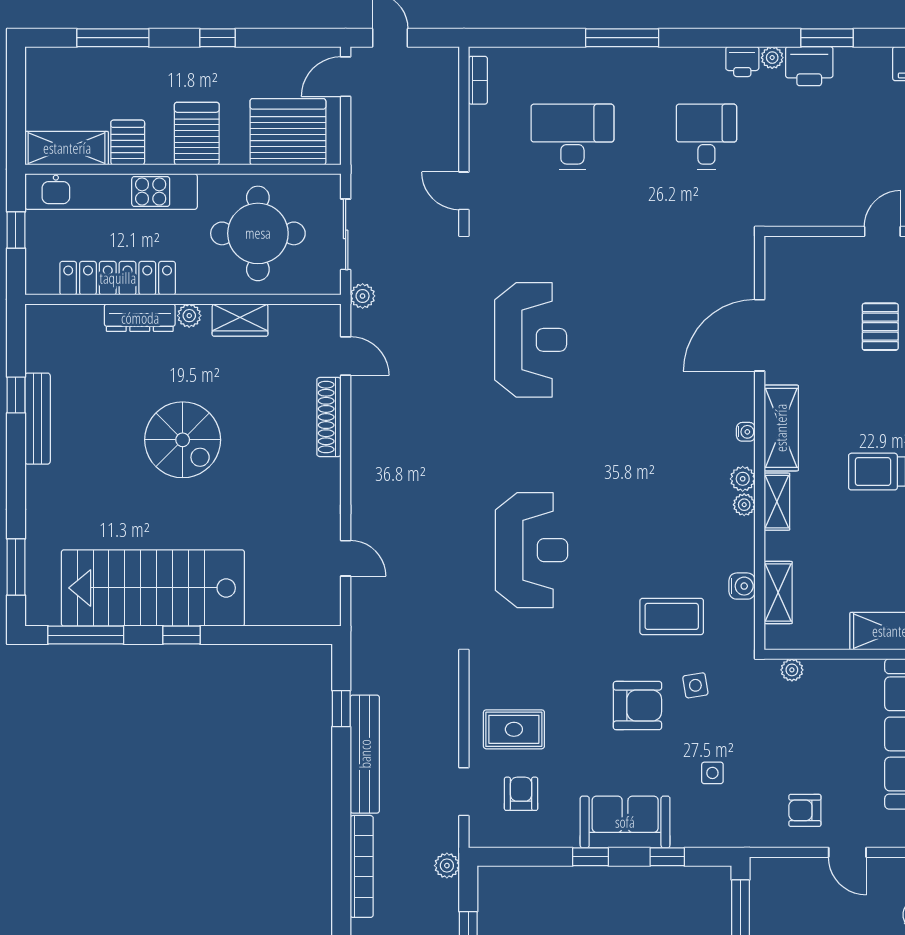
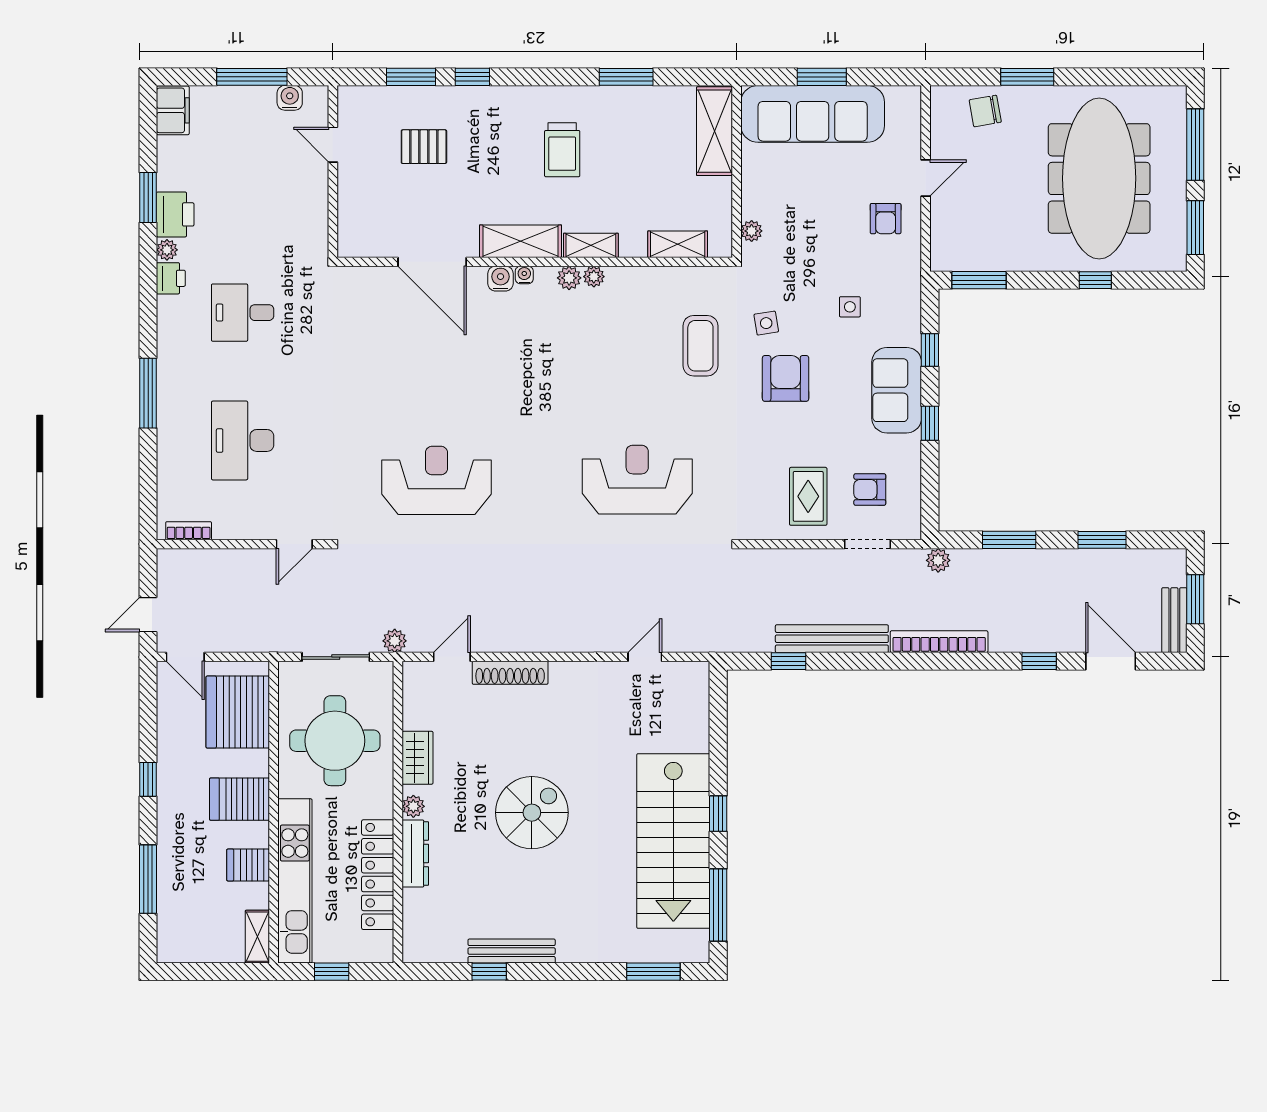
shelving: (67, 148) -> (257, 937), width x0.67, depth x0.75
water cooler: (742, 586) -> (501, 279), moved

